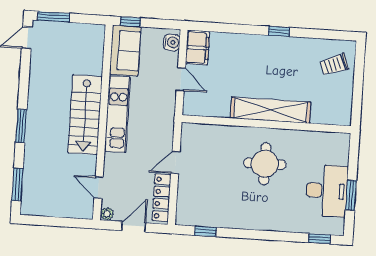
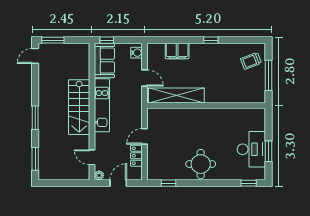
filing cabinet: (198, 48) -> (177, 51), moved, turned 90
window: (358, 87) -> (269, 75), added
shelving: (271, 110) -> (176, 95), moved
round table: (265, 164) -> (201, 164), moved
locker: (162, 198) -> (136, 156), width x0.66

